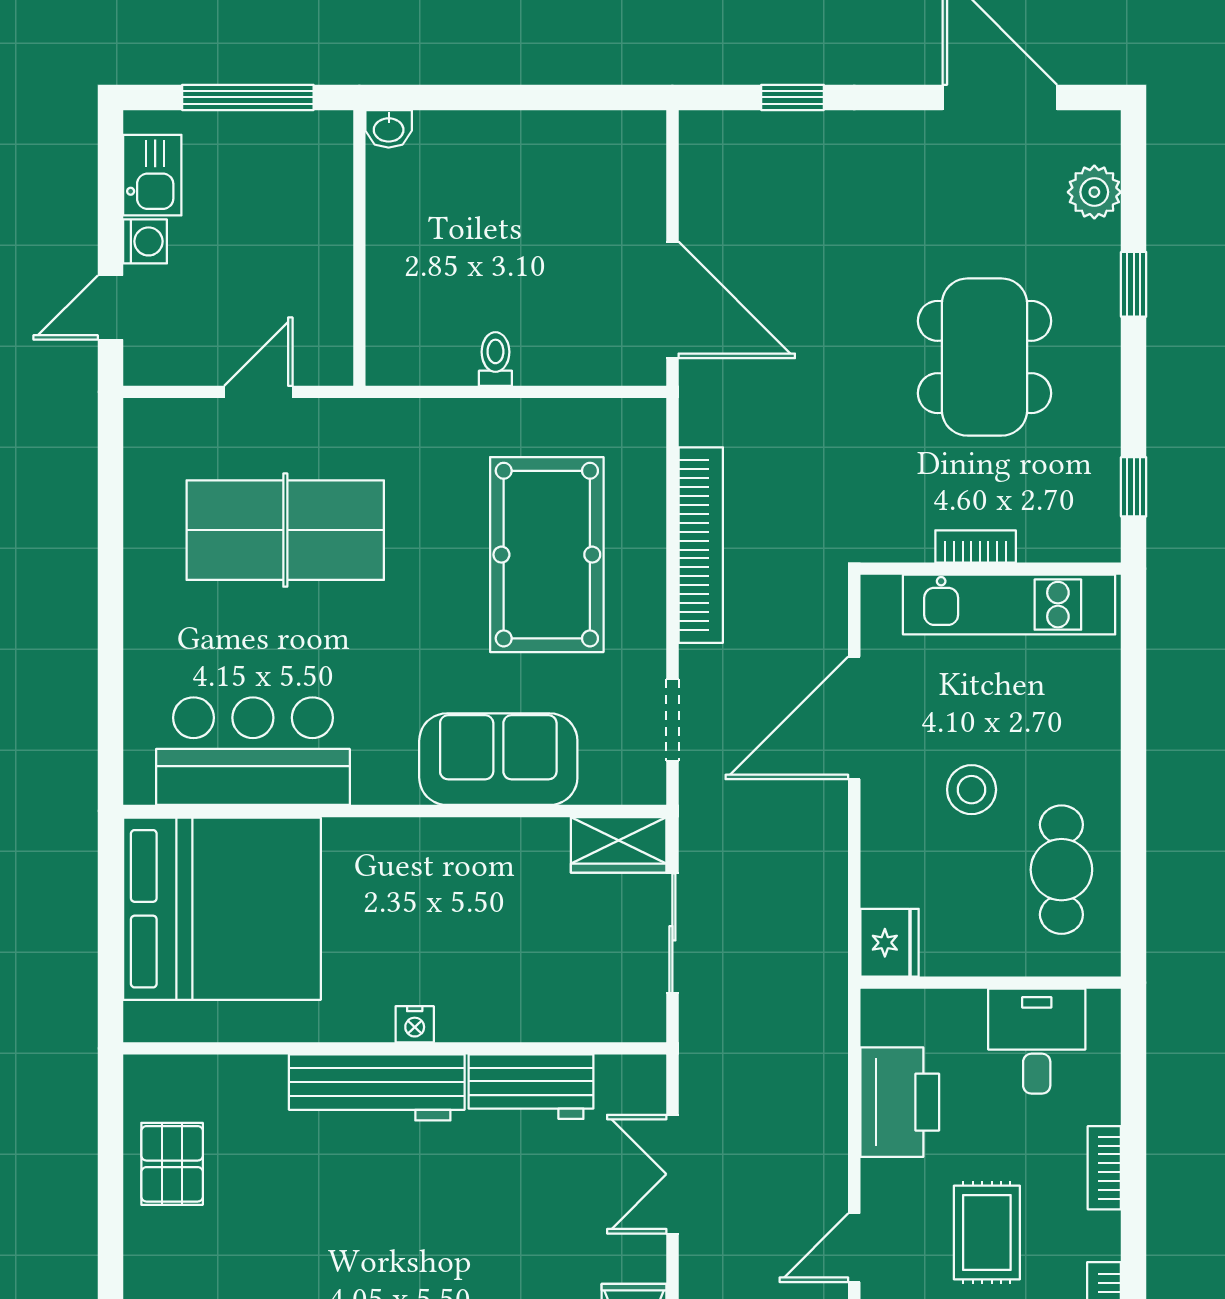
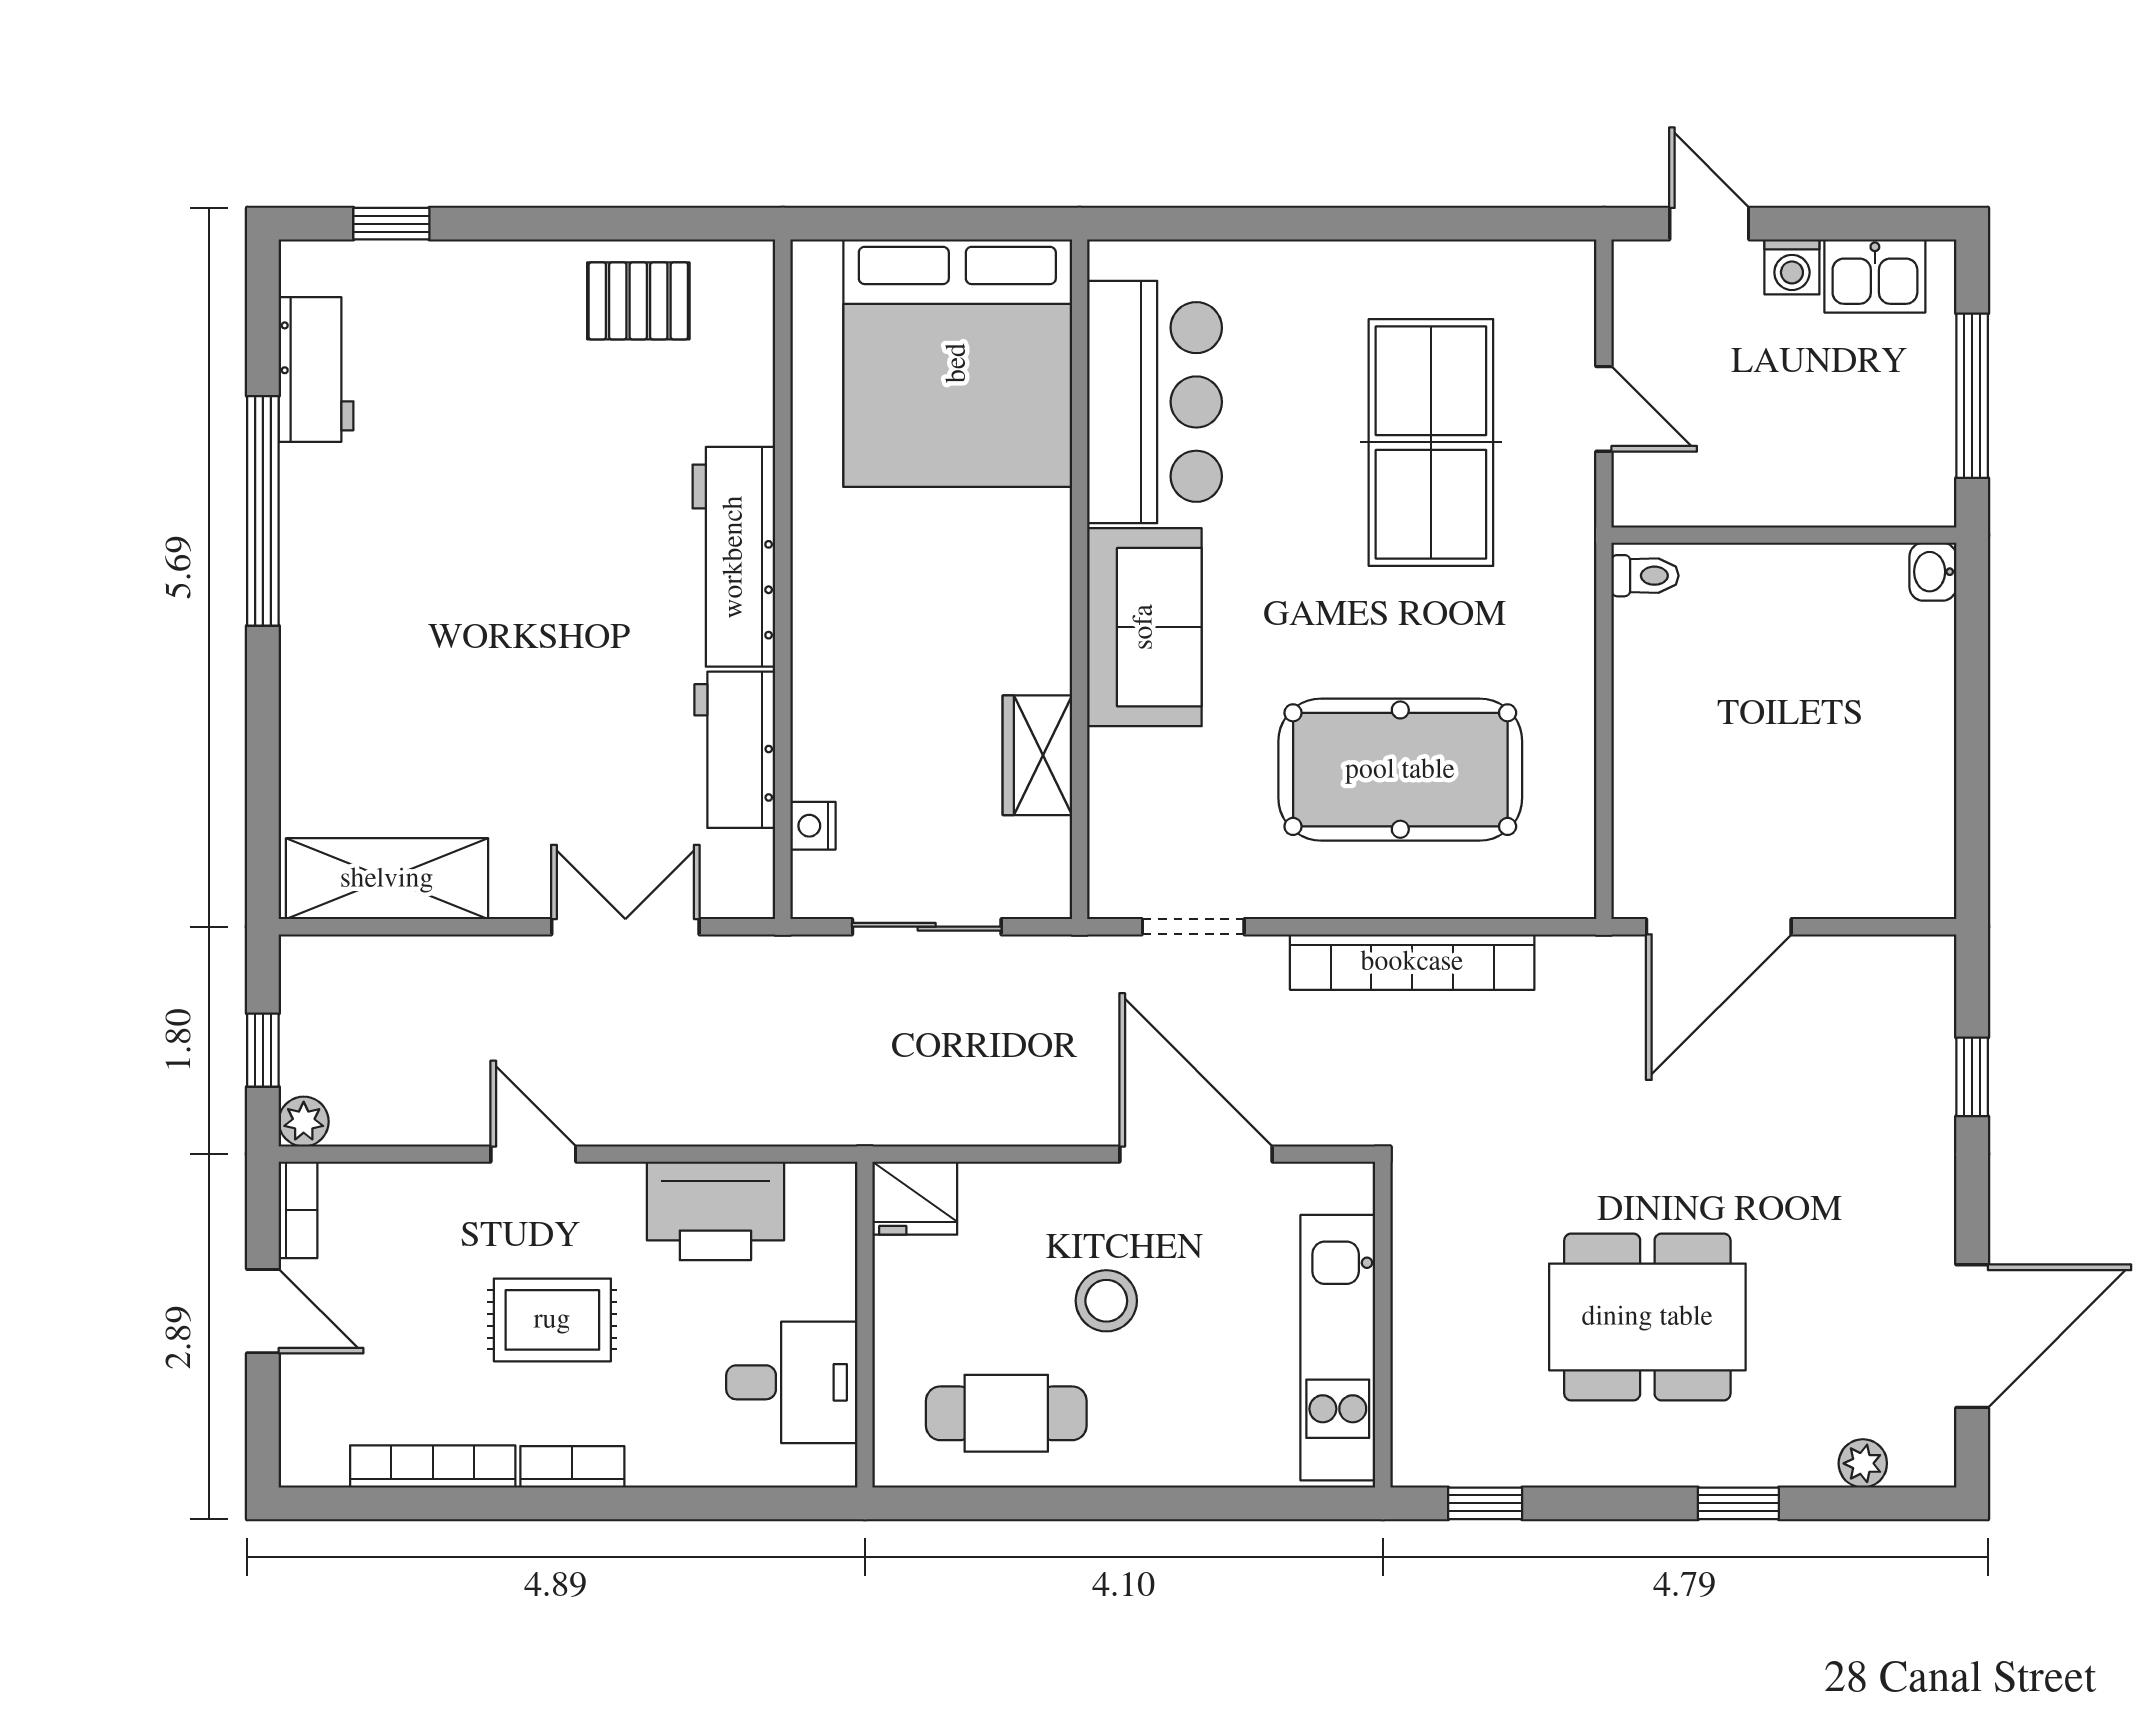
plant: (1094, 192) -> (1863, 1463), width x0.73, depth x0.73
toilet: (495, 359) -> (1645, 576), moved
bookcase: (976, 546) -> (1411, 1306), removed
sofa: (498, 759) -> (1144, 627), moved
wardrobe: (619, 845) -> (1037, 755), moved
nightstand: (415, 1024) -> (813, 826), moved
bookcase: (1104, 1168) -> (572, 1467), moved

